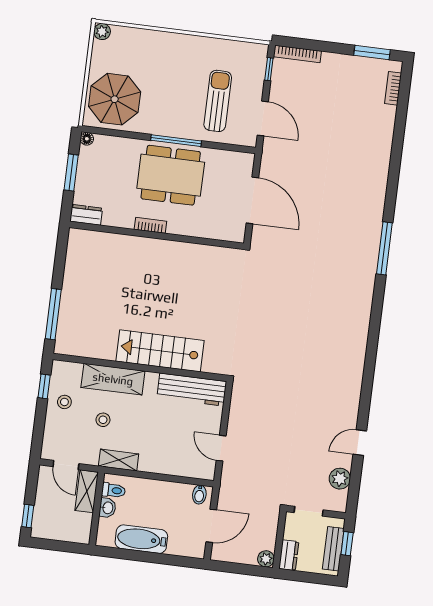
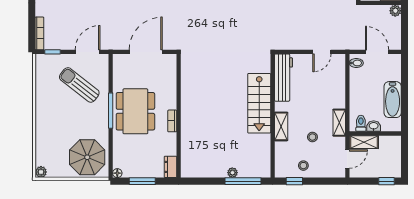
sun lounger: (218, 101) -> (79, 85), turned 38
plant: (67, 301) -> (232, 173), added
shelving: (113, 379) -> (281, 126), width x0.67, depth x0.75

